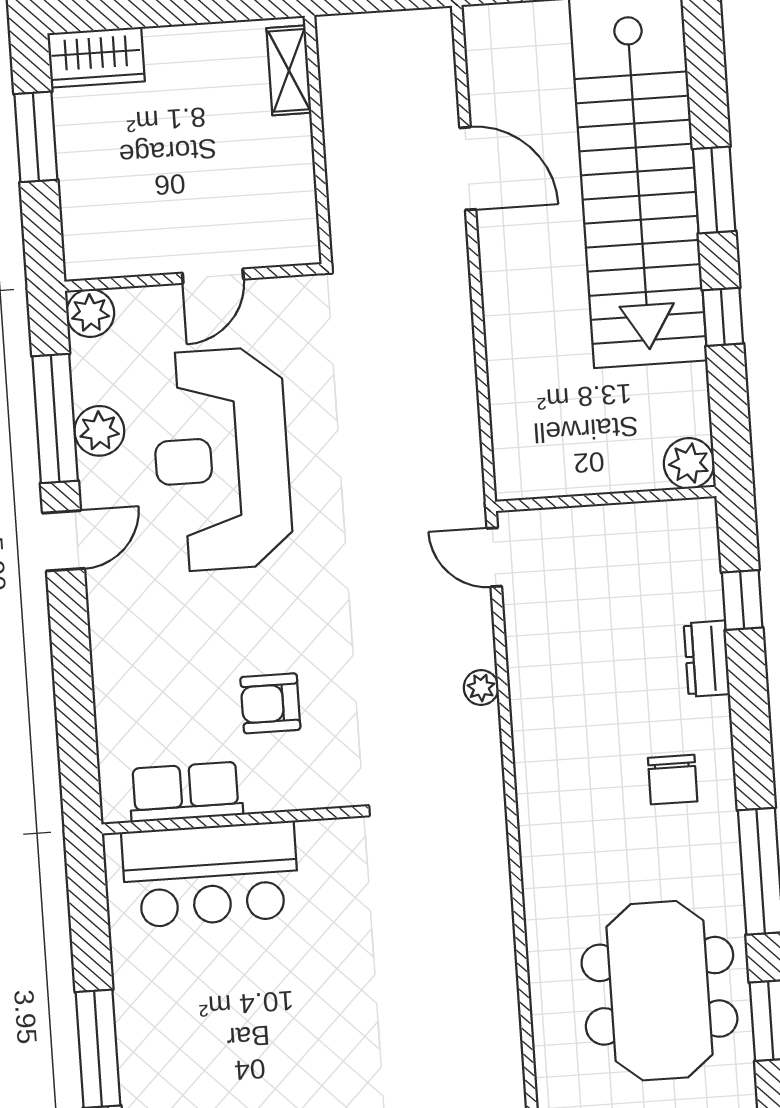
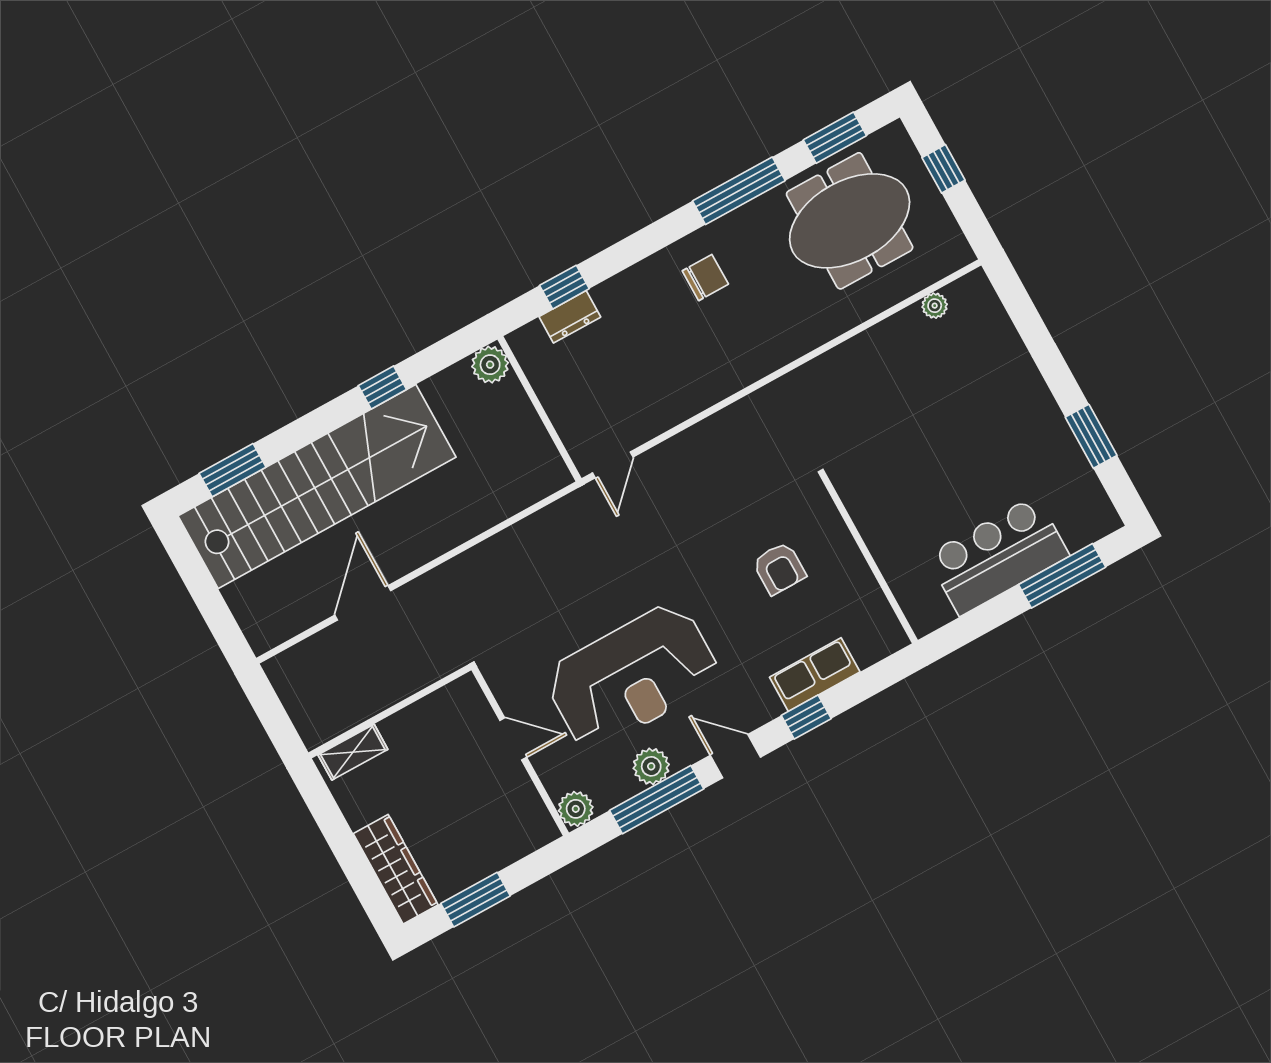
wardrobe: (96, 57) -> (396, 869), width x1.50
window: (714, 190) -> (233, 470), moved
window: (71, 651) -> (806, 717), added
dresser: (707, 659) -> (570, 317), moved
plant: (481, 688) -> (935, 306), moved
row of seats: (186, 792) -> (815, 675), moved, turned 90
bar counter: (210, 874) -> (998, 556), moved, turned -90

